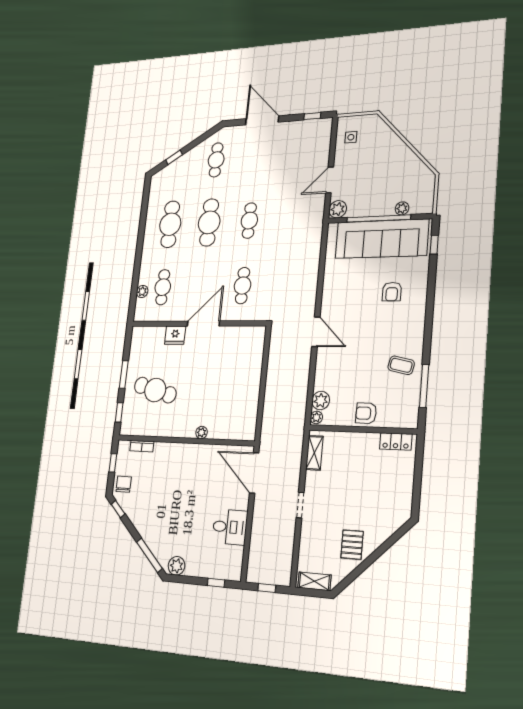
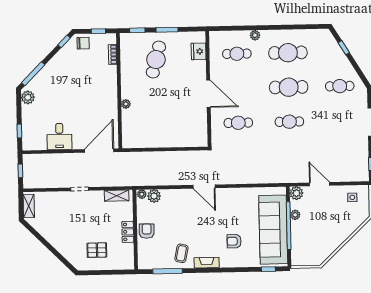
plant: (402, 208) -> (295, 215), moved
plant: (142, 291) -> (255, 35), moved
fireplace: (417, 330) -> (207, 263), added
door: (316, 332) -> (204, 187), hinge flipped
fridge: (175, 335) -> (199, 51), moved
locker: (396, 442) -> (128, 232), moved
pallet: (352, 545) -> (97, 250), moved

